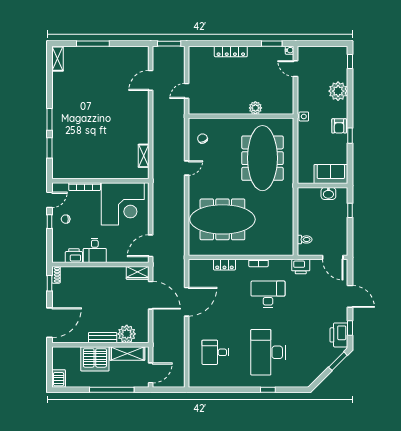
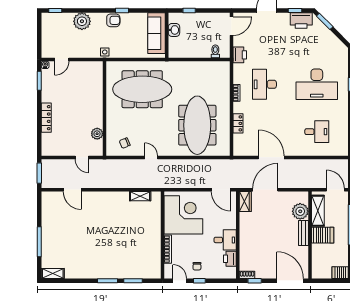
plant: (255, 108) -> (97, 134), moved
sofa: (331, 174) -> (157, 33), width x1.36
desk: (215, 352) -> (317, 132), turned -90
server rack: (95, 359) -> (323, 235), width x0.62

